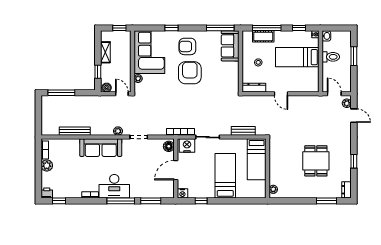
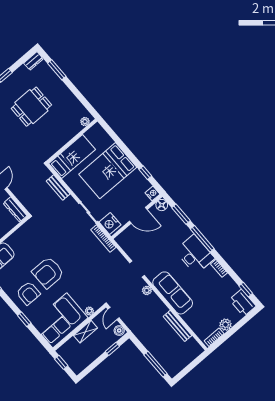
shelving: (105, 52) -> (85, 332), moved
floor lamp: (169, 146) -> (162, 205), moved
bed: (225, 176) -> (108, 171), width x1.50
printer: (47, 193) -> (243, 303), width x1.87, depth x1.48

